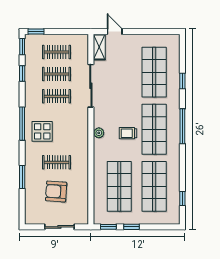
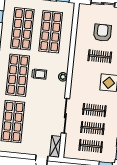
armchair: (56, 191) -> (102, 33), turned -94

